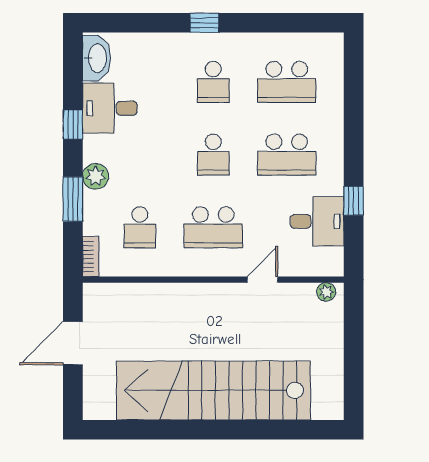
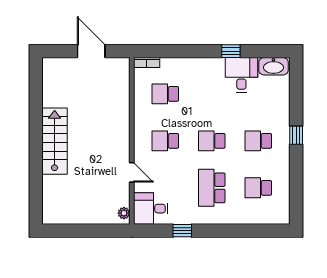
school desk: (287, 82) -> (258, 188), width x0.54
plant: (96, 176) -> (198, 66), removed
window: (73, 199) -> (183, 51), removed
desk: (317, 221) -> (151, 209), moved, turned 90
school desk: (213, 227) -> (165, 141), width x0.54
stairs: (214, 390) -> (55, 141), width x0.54, depth x0.66

